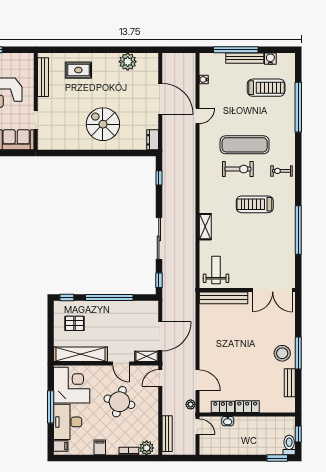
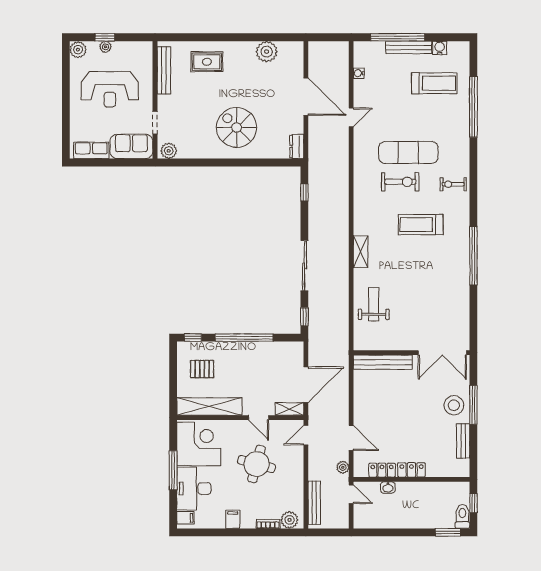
plant: (47, 143) -> (169, 151), added
wall: (247, 290) -> (412, 353), moved
double door: (273, 290) -> (442, 353), moved
bench: (223, 298) -> (383, 362), moved

